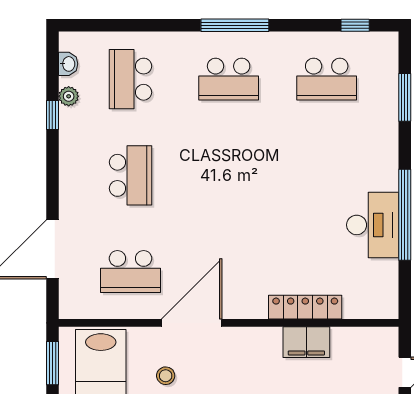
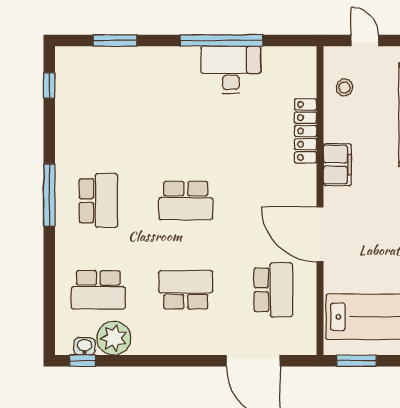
school desk: (327, 79) -> (186, 201), moved, turned 90
plant: (69, 96) -> (114, 338), width x1.88, depth x1.88
window: (52, 115) -> (82, 361), moved
filing cabinet: (306, 342) -> (337, 165), moved
stool: (166, 376) -> (344, 87), moved

